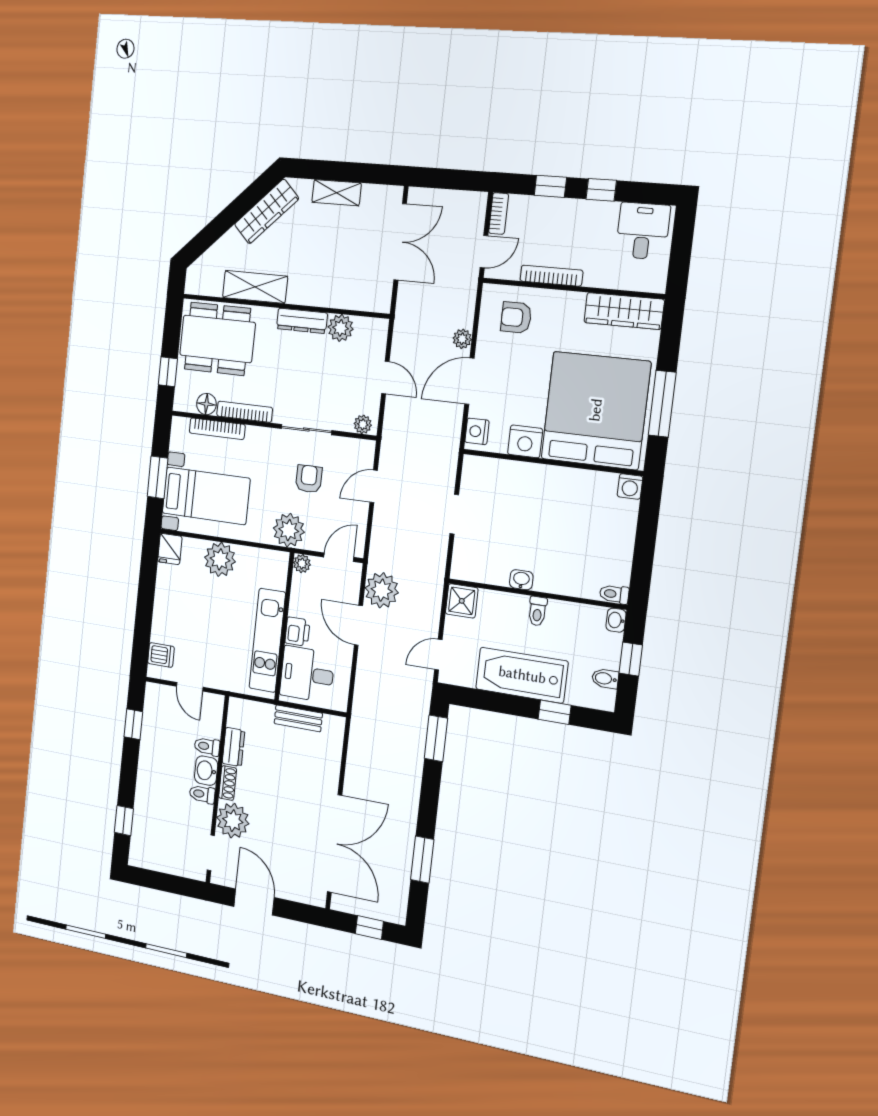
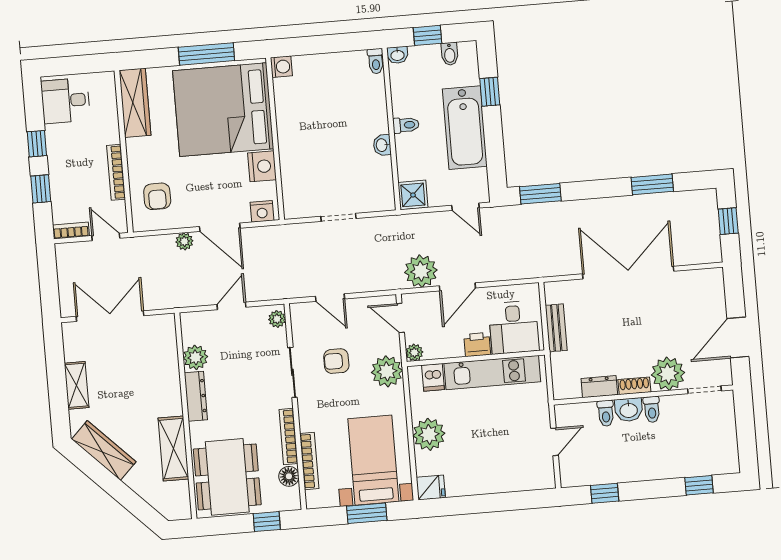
dishwasher: (161, 655) -> (433, 377), moved, turned 180
double door: (335, 843) -> (628, 273), moved

